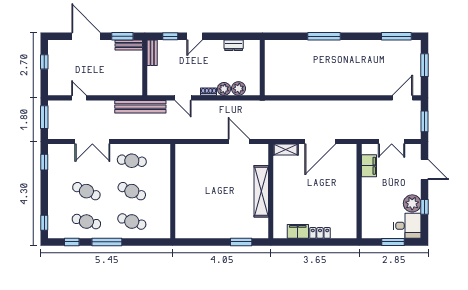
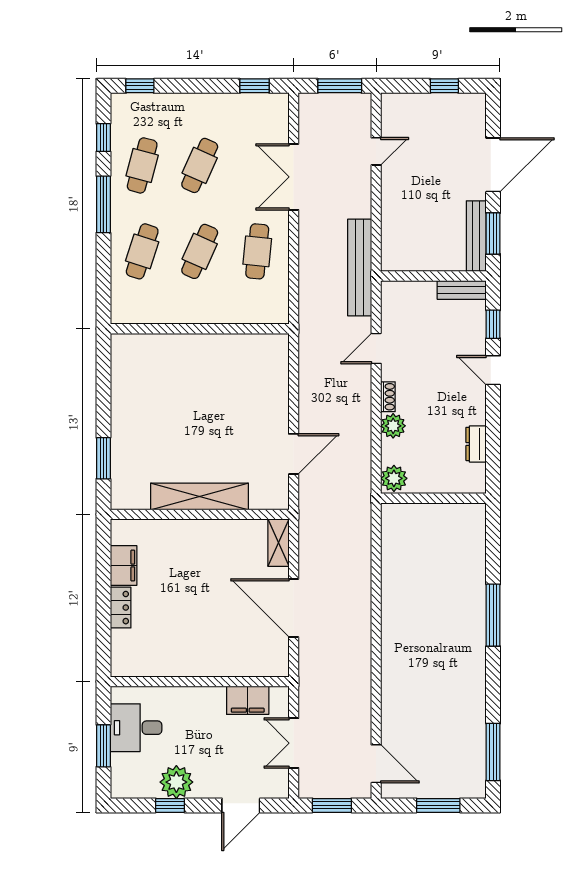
bench: (129, 45) -> (476, 236), width x1.36
plant: (238, 89) -> (394, 478), moved
desk: (407, 226) -> (136, 728), moved, turned 90

